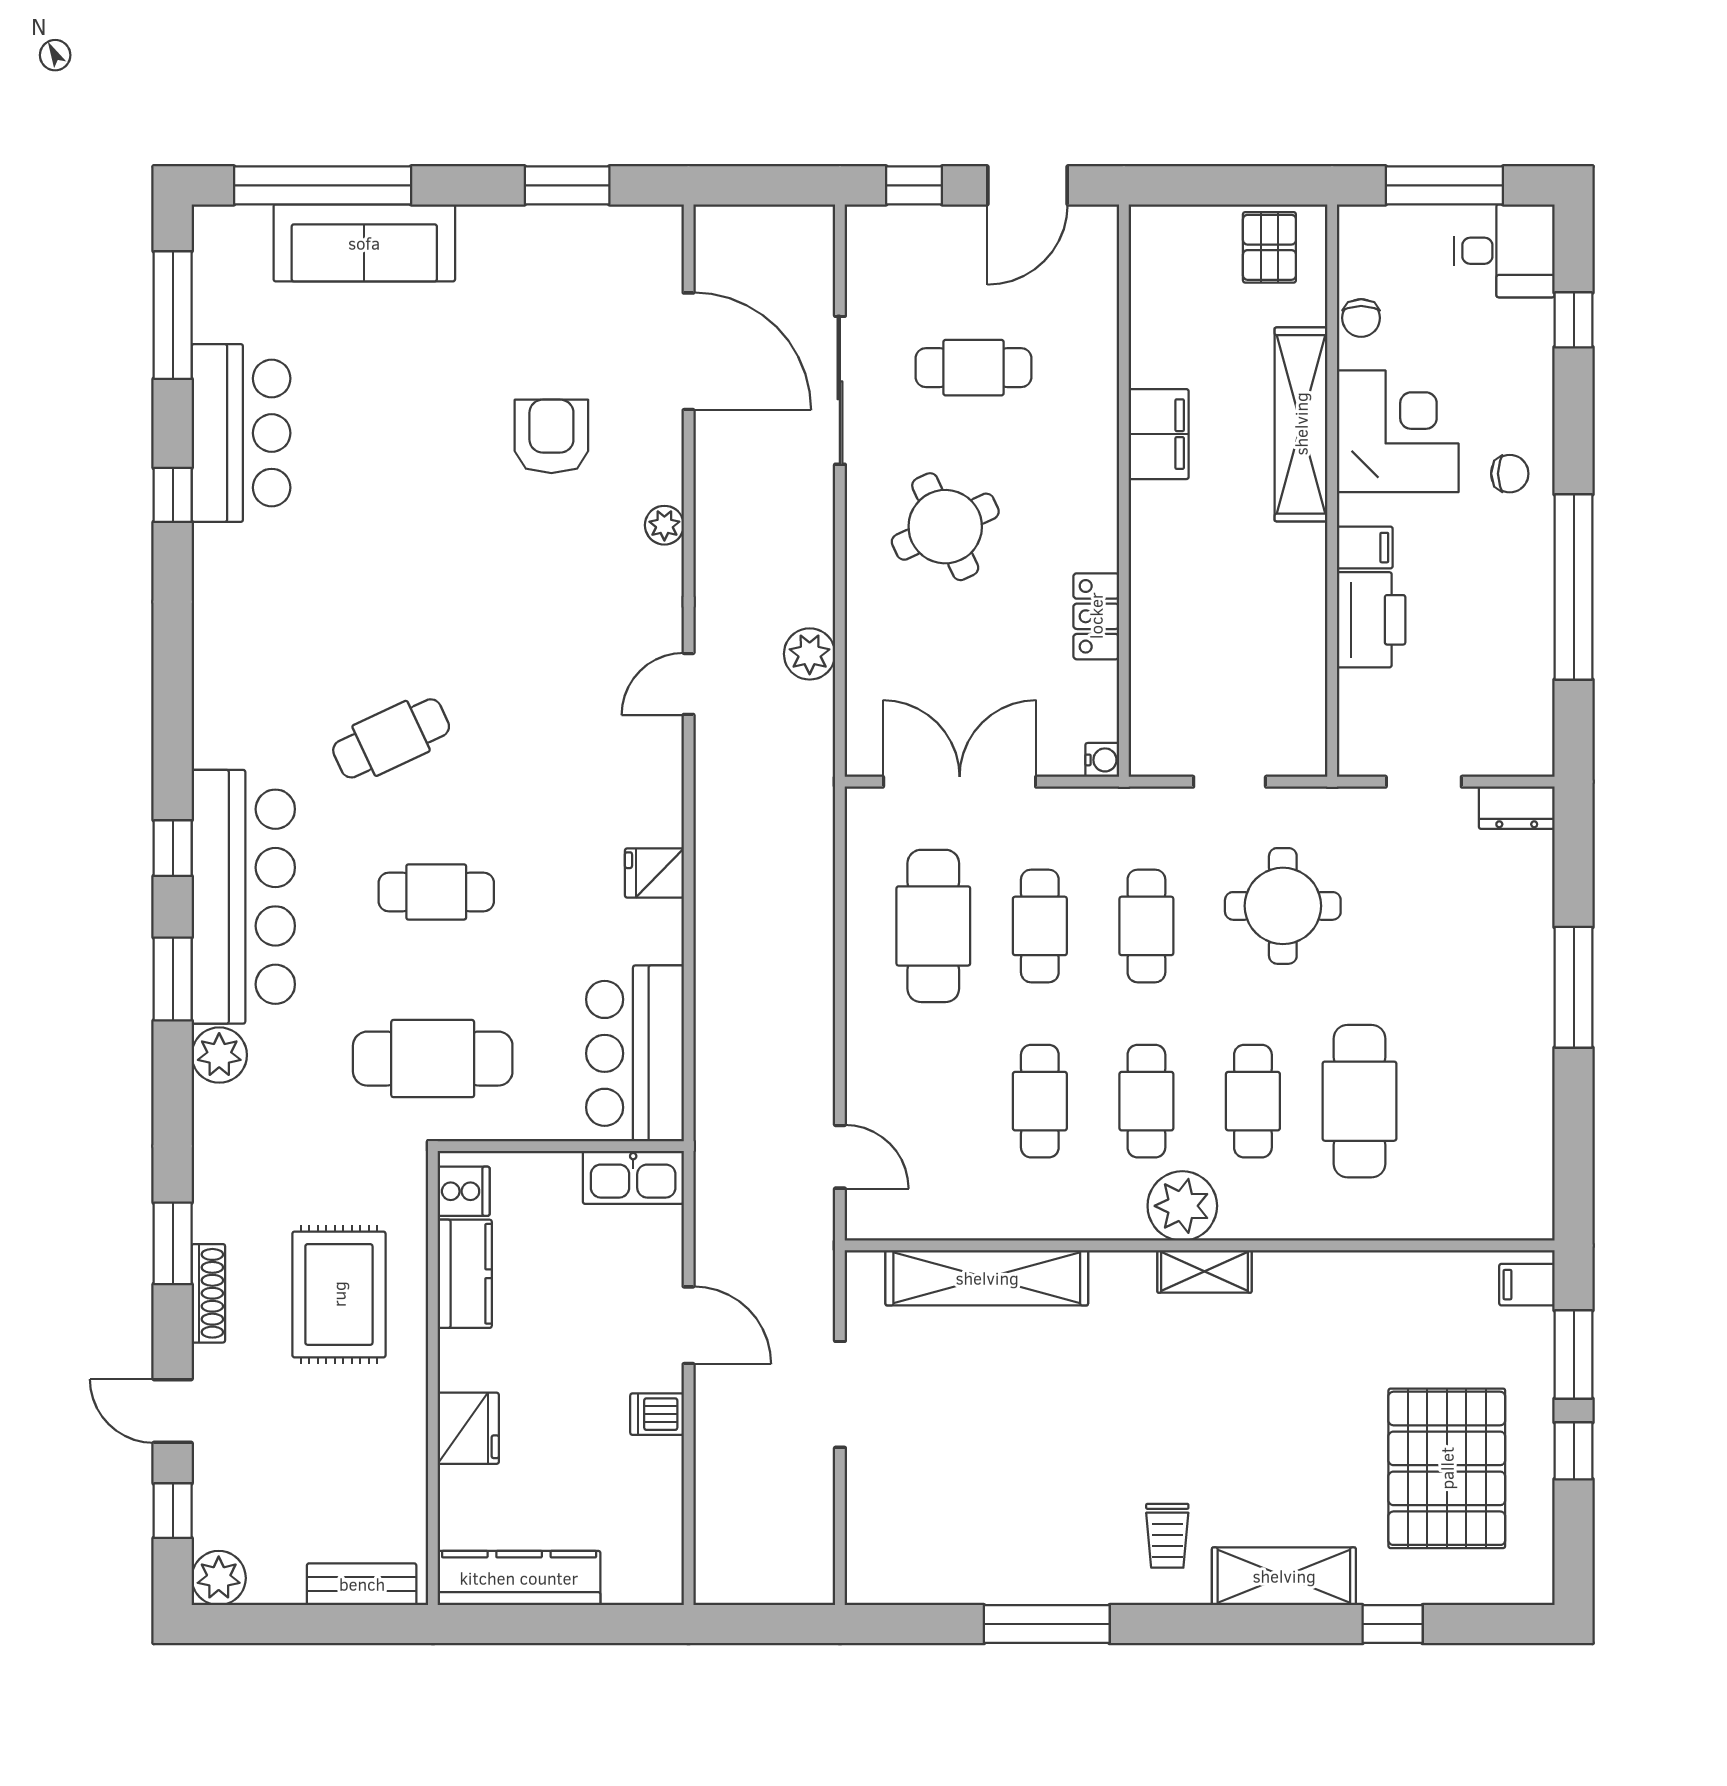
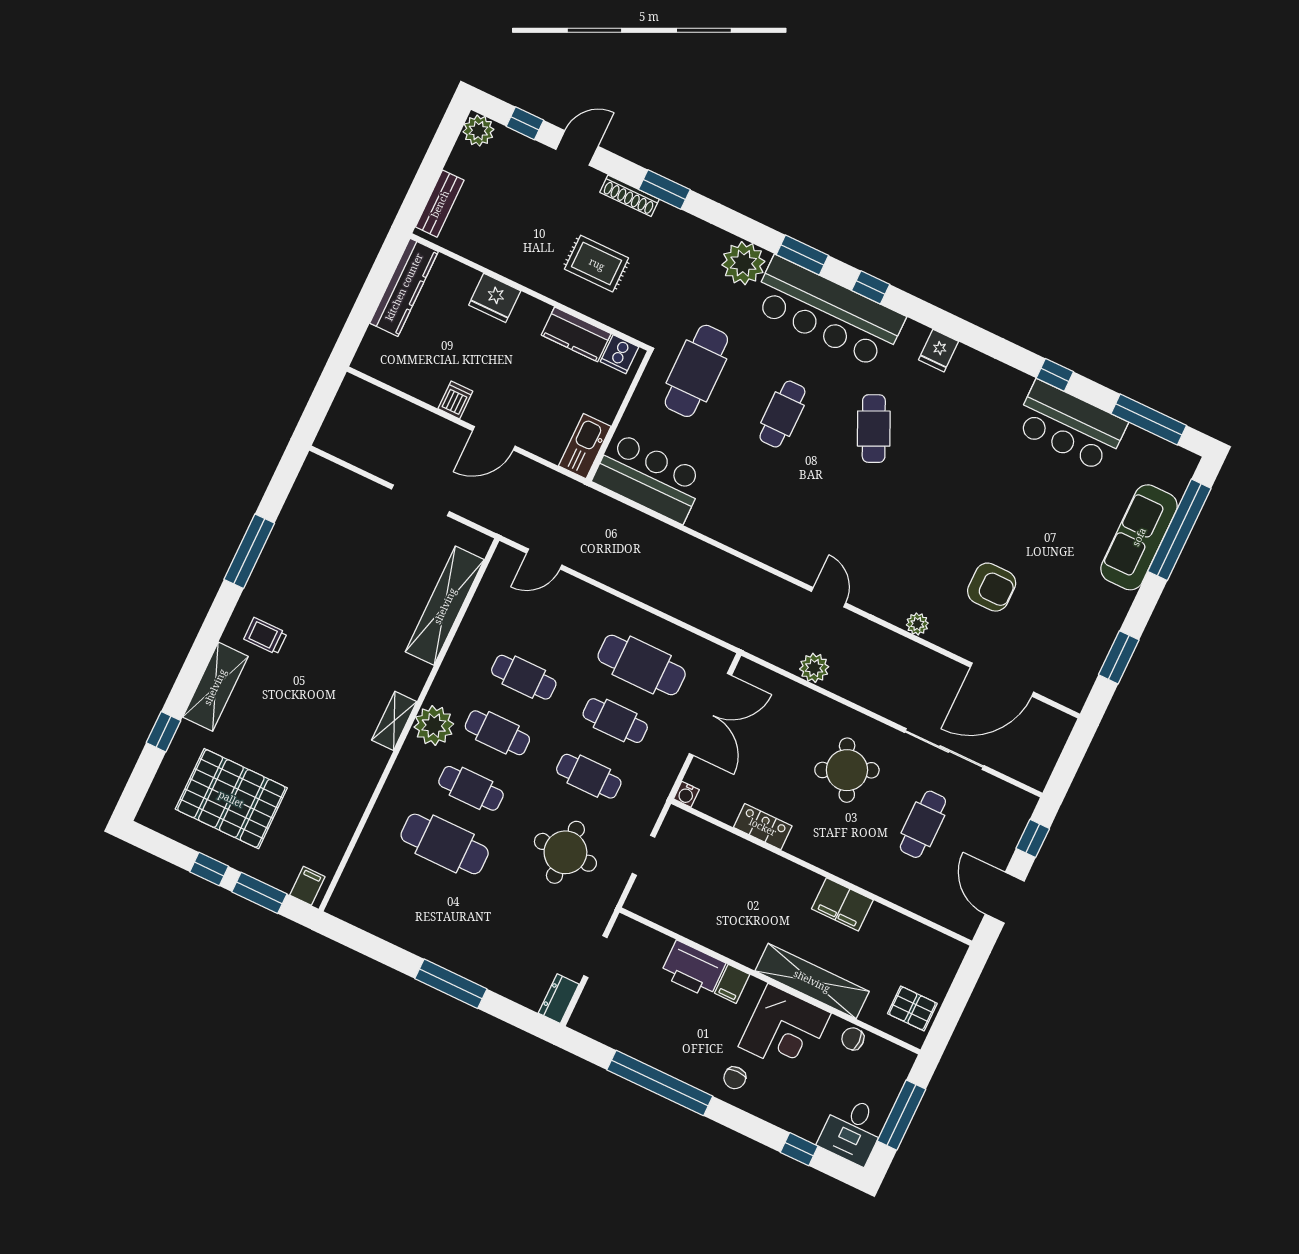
fridge: (654, 873) -> (939, 351), moved, turned 180
plant: (219, 1055) -> (743, 263), width x1.36, depth x1.36
rug: (339, 1294) -> (597, 264), width x0.73, depth x0.70

